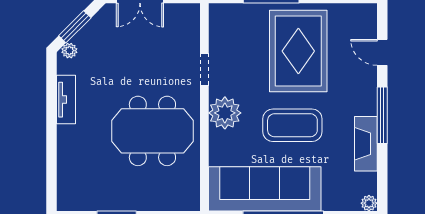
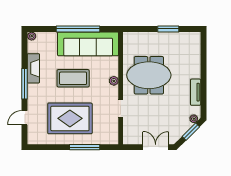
rug: (298, 51) -> (70, 118), turned 90
door: (382, 52) -> (25, 118), swing flipped
plant: (225, 113) -> (114, 81), width x0.53, depth x0.53

